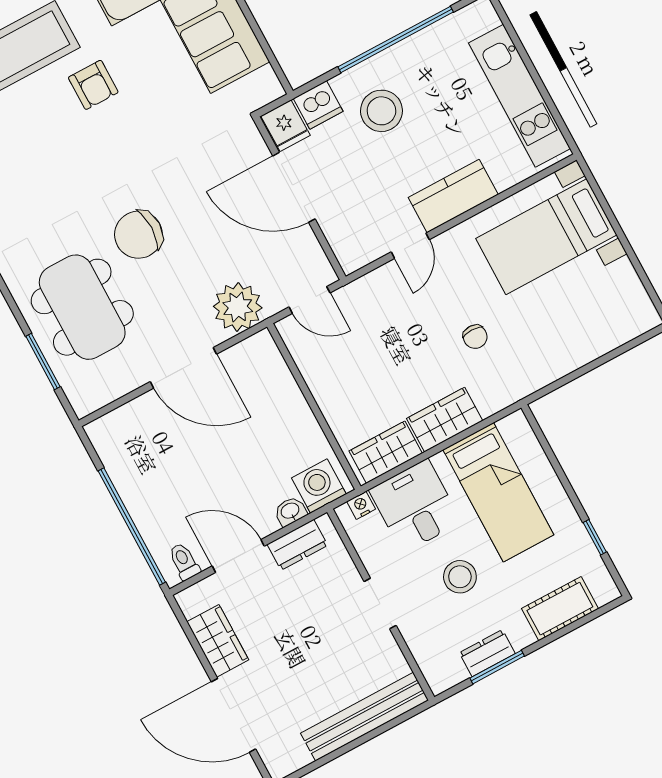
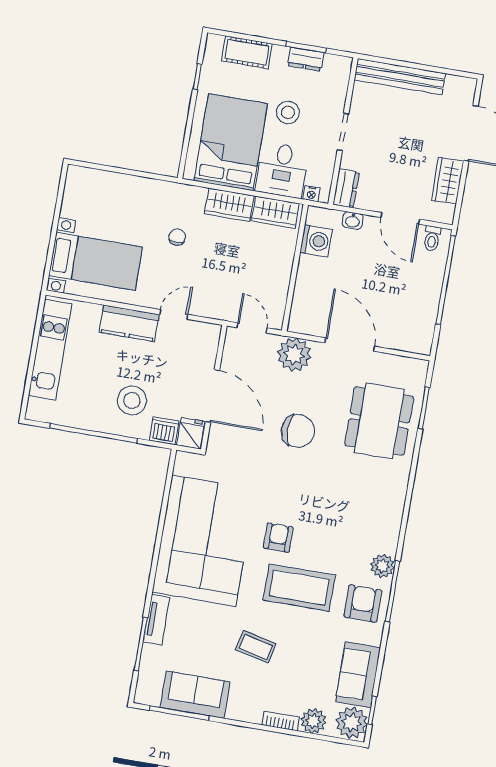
chair: (138, 235) -> (298, 431), moved
washing machine: (319, 486) -> (316, 241), moved, turned -90
bed: (498, 492) -> (231, 142), width x1.50
dresser: (297, 545) -> (346, 188), moved, turned 90

